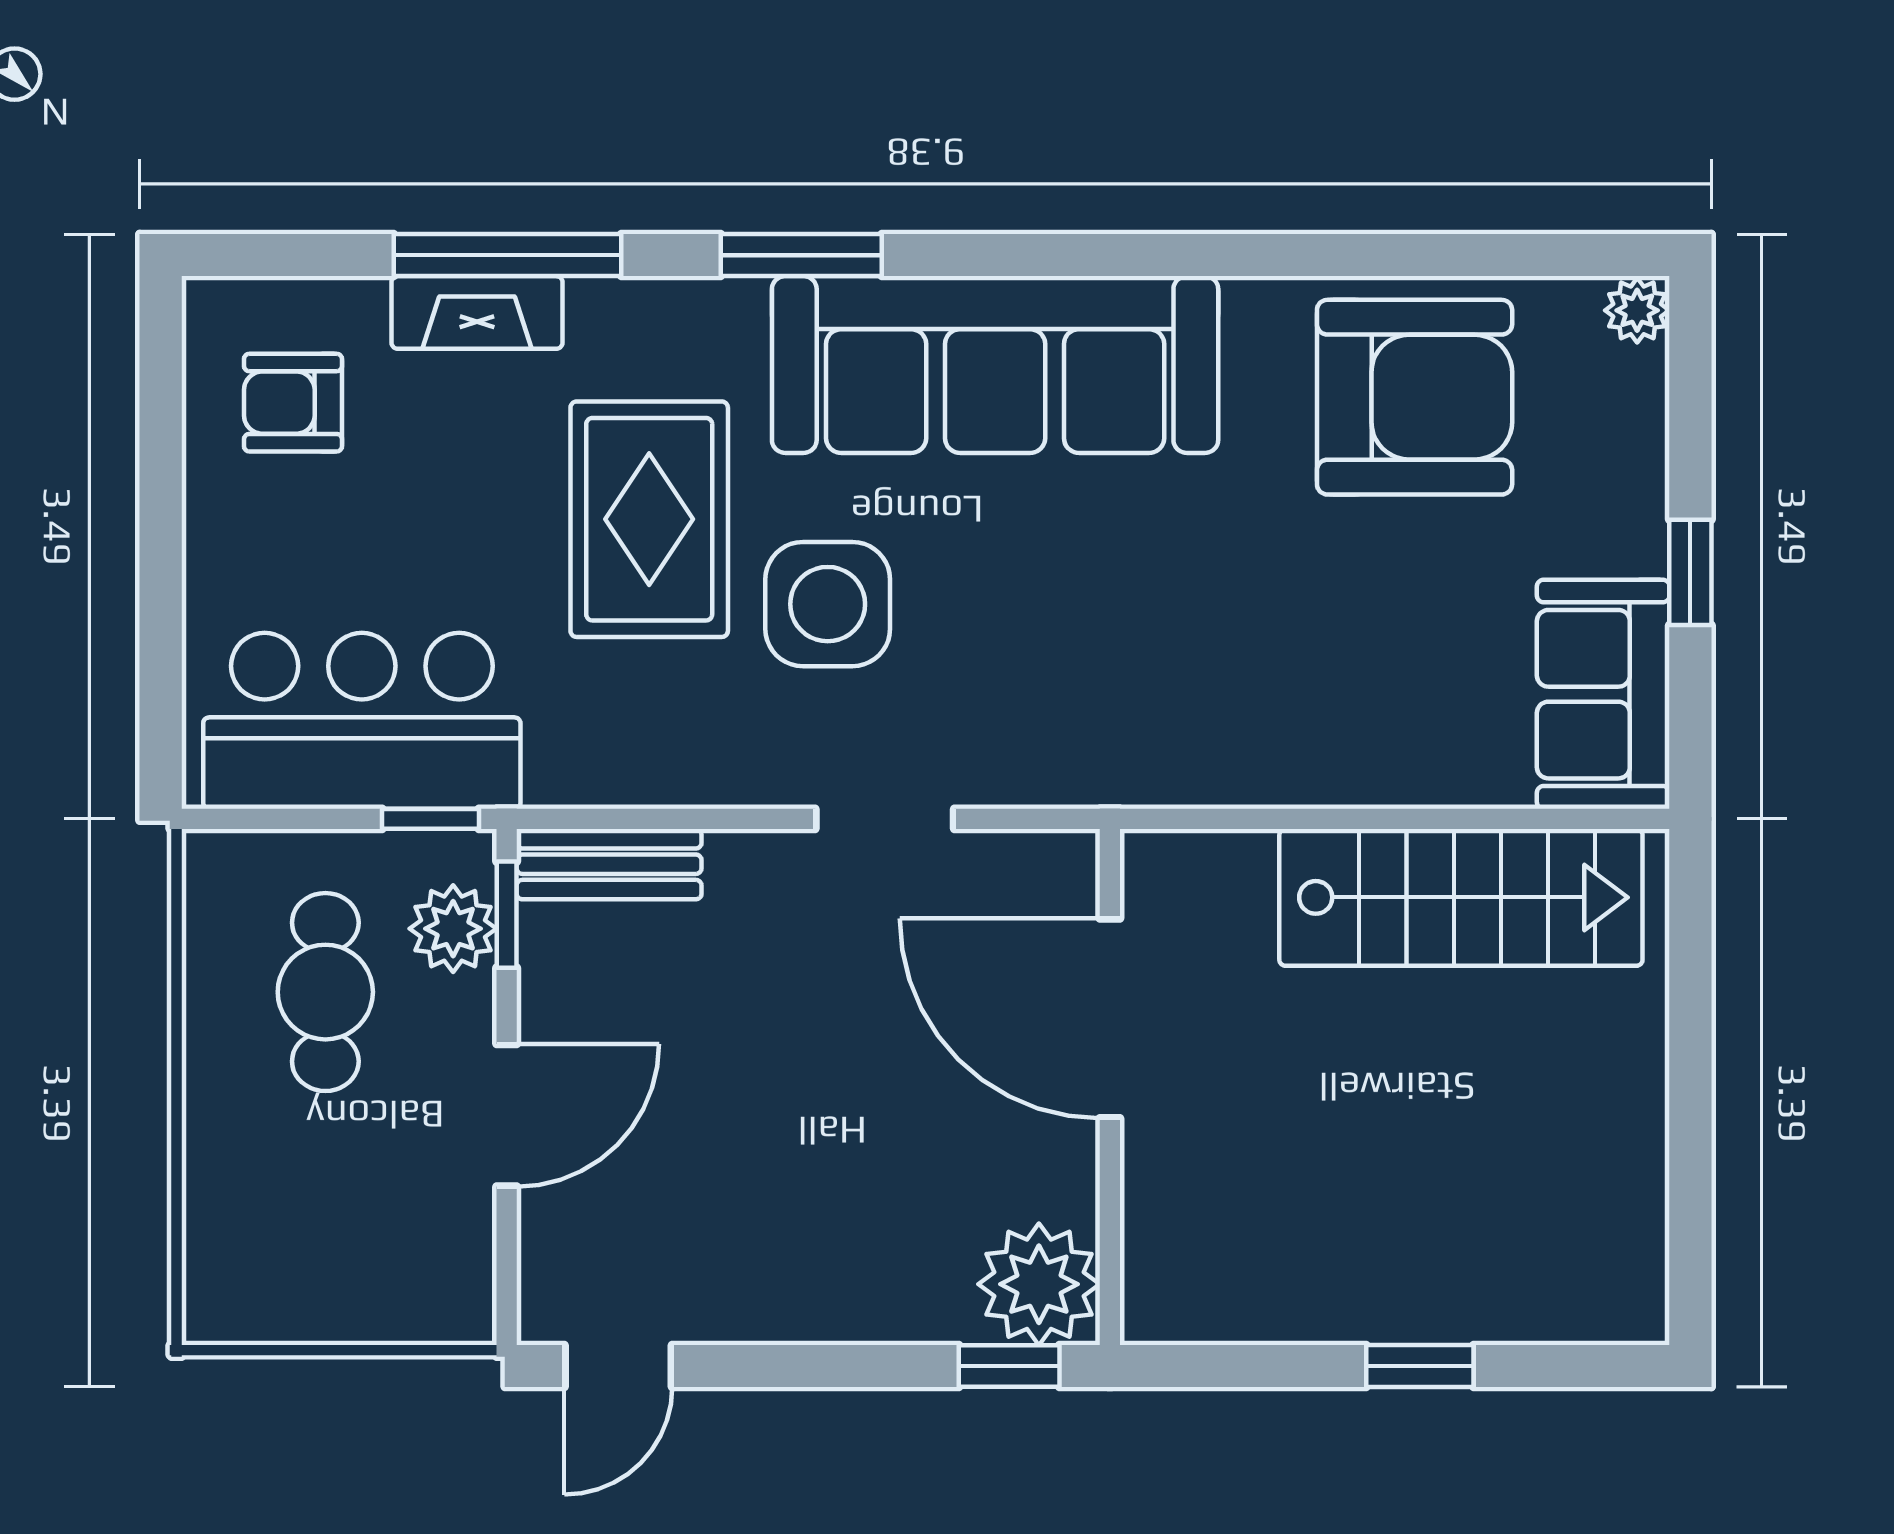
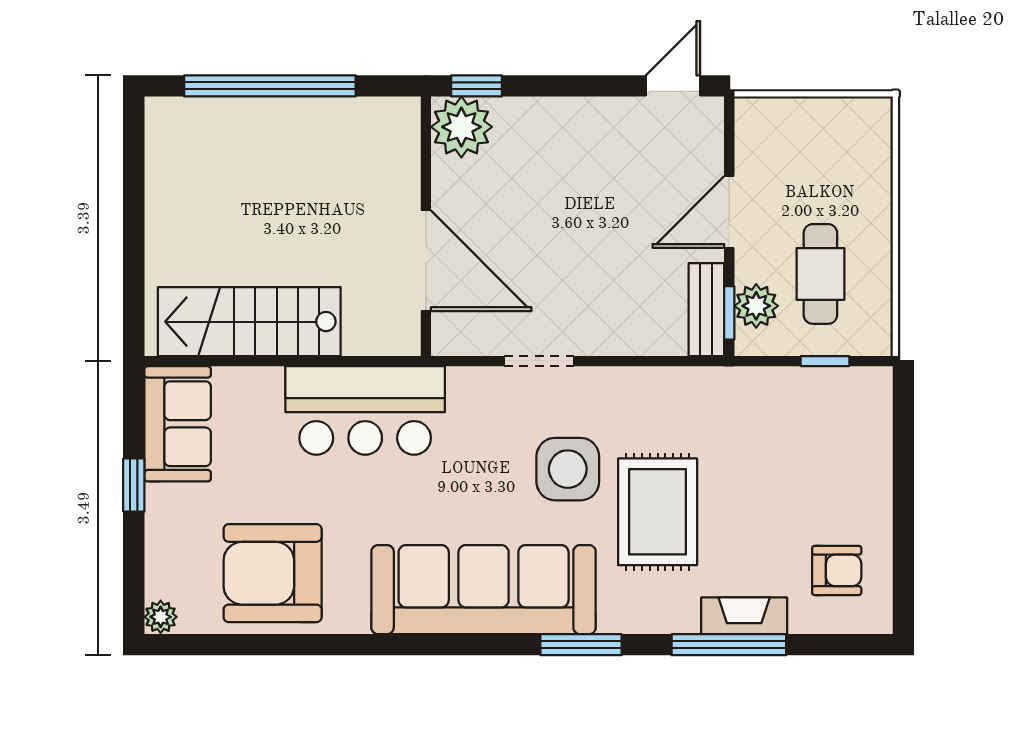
bar counter: (362, 721) -> (365, 410), moved
window: (430, 819) -> (825, 361), moved
bench: (609, 864) -> (706, 310), moved, turned 90
window: (1420, 1366) -> (270, 86), width x3.17

